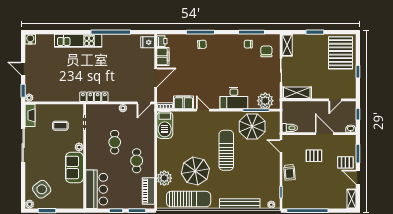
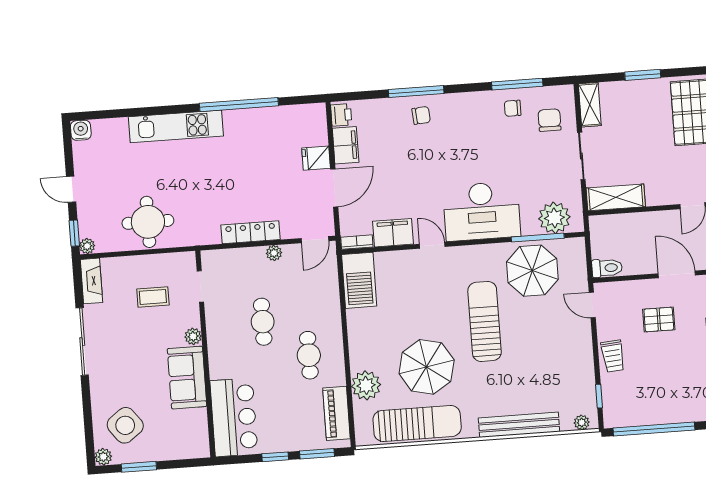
fridge: (148, 42) -> (316, 158), moved
round table: (61, 88) -> (148, 222), added
locker: (94, 97) -> (250, 232), moved
desk: (234, 98) -> (482, 211), width x1.36, depth x1.30

